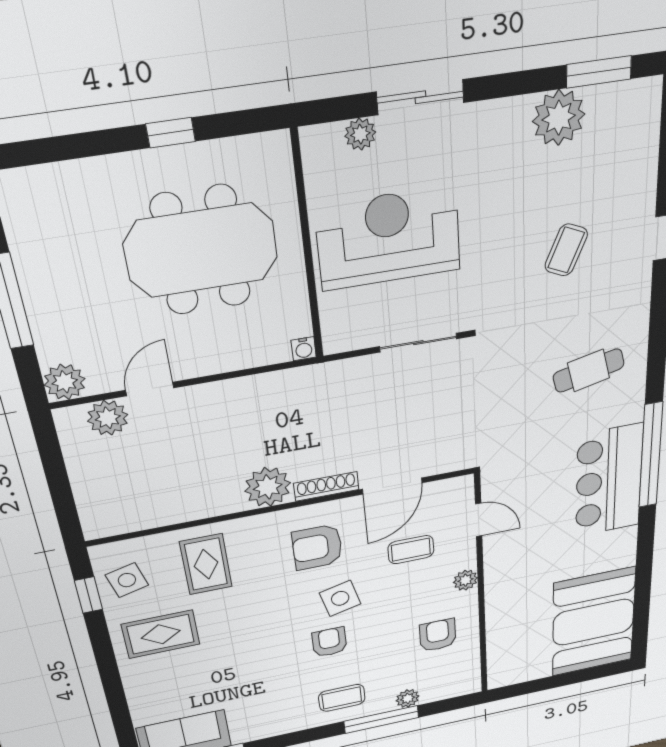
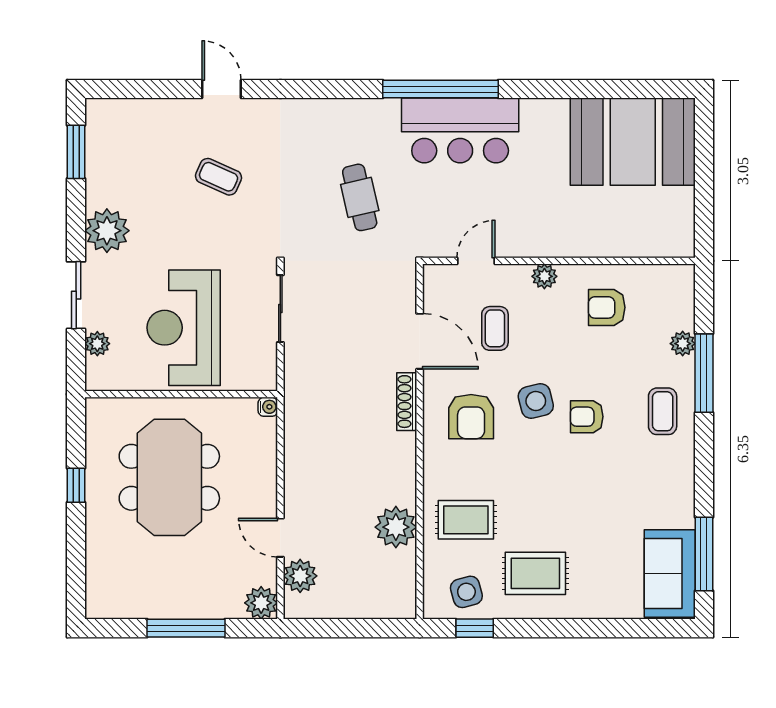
plant: (559, 118) -> (107, 231), moved
cafe table: (589, 370) -> (360, 197), moved
plant: (268, 487) -> (396, 527), moved
rug: (161, 634) -> (535, 573), turned 90

